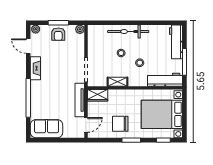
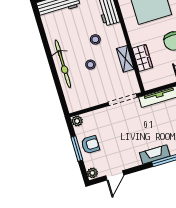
fireplace: (35, 68) -> (155, 154), moved
wardrobe: (98, 95) -> (142, 58), moved

